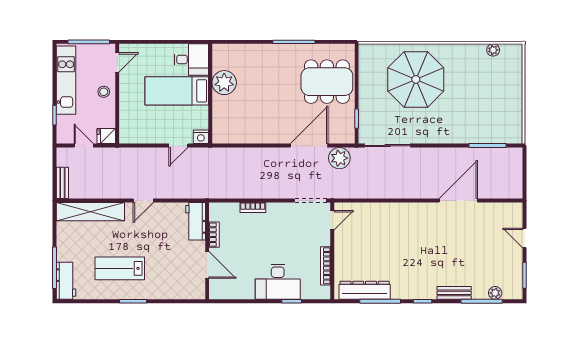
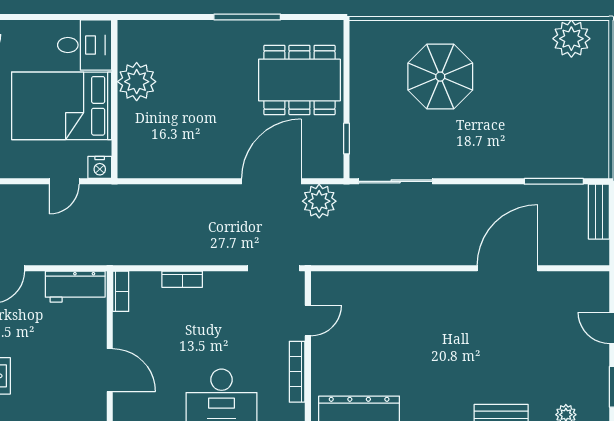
plant: (493, 50) -> (571, 39), width x1.87, depth x1.87
parasol: (416, 79) -> (440, 77), width x0.73, depth x0.73
bed: (177, 91) -> (62, 106), width x1.50
bench: (516, 165) -> (599, 212), added
door: (332, 220) -> (308, 321), moved
workbench: (196, 221) -> (75, 287), moved, turned -90
bookcase: (214, 235) -> (121, 291), moved

